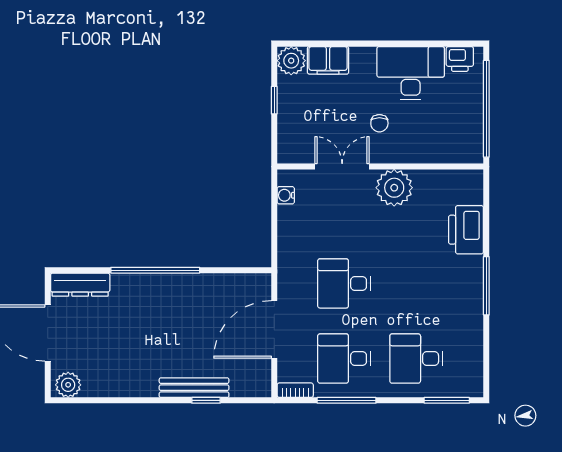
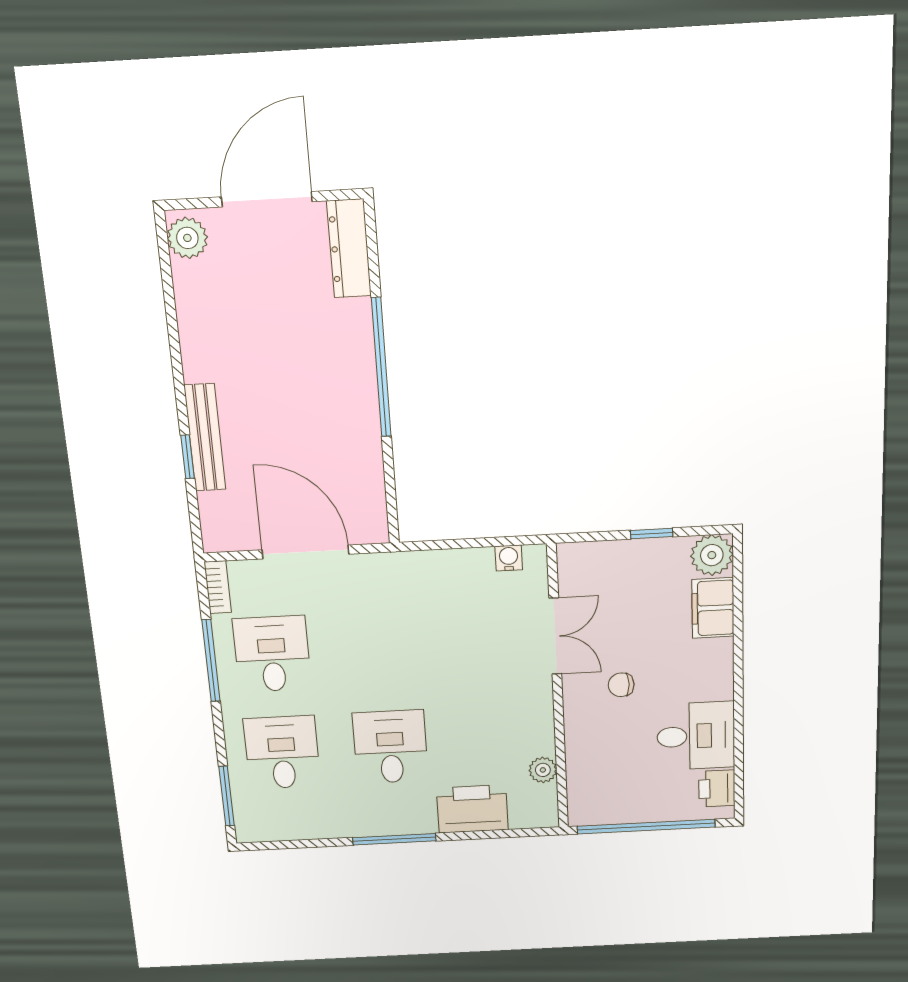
desk: (411, 73) -> (696, 736), width x0.73
plant: (394, 188) -> (543, 770), moved, width x0.53, depth x0.53
desk: (344, 283) -> (390, 747), moved

